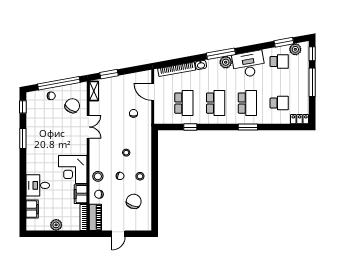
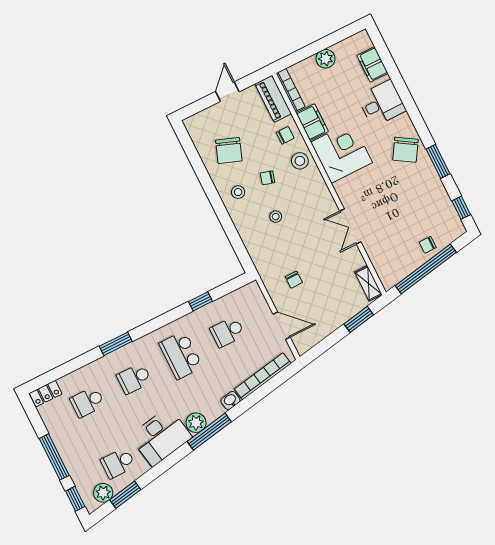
school desk: (184, 103) -> (227, 332), width x0.54
school desk: (247, 103) -> (134, 379), width x0.54
chair: (72, 106) -> (405, 150), moved

